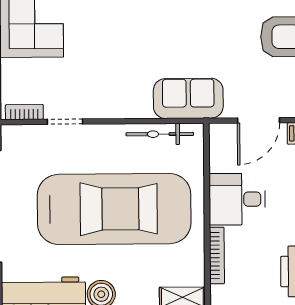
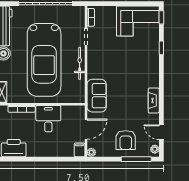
door: (258, 120) -> (86, 129), swing flipped
bicycle: (160, 134) -> (80, 63), moved

